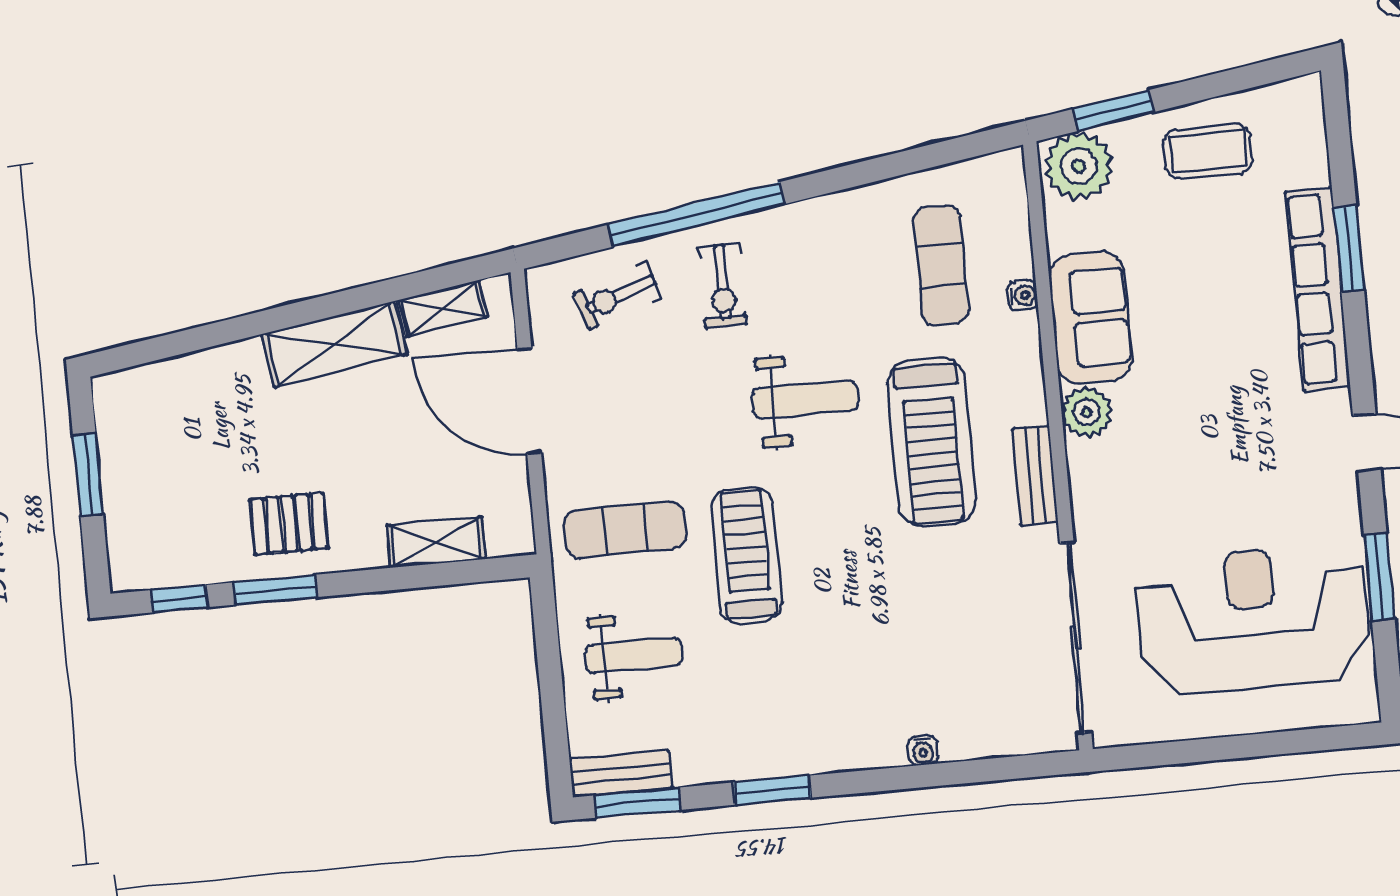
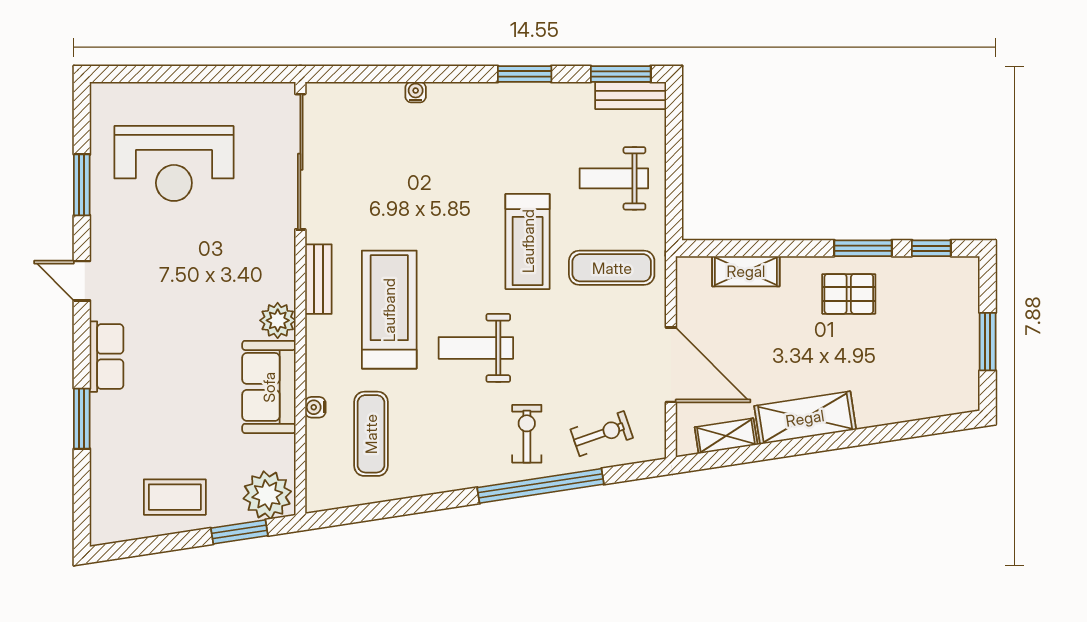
row of seats: (1317, 289) -> (107, 357), width x0.50
reception desk: (1253, 619) -> (174, 163), width x0.74, depth x0.77

